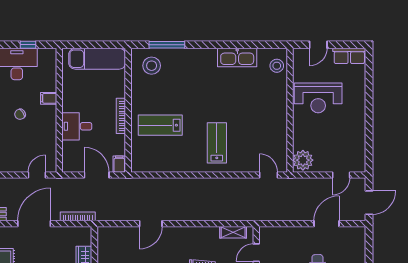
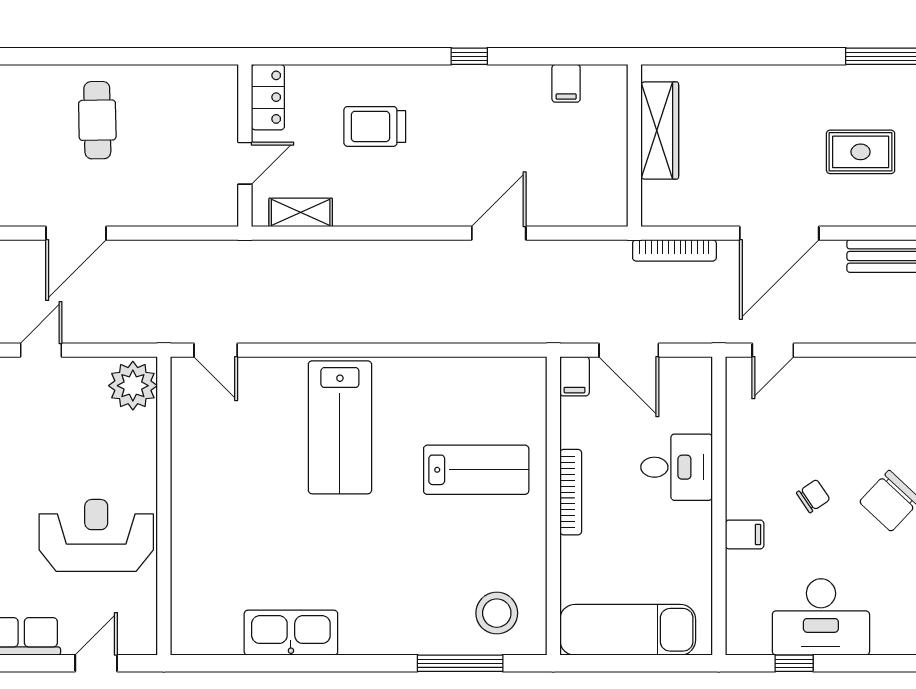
stool: (277, 66) -> (196, 613), removed
lab bench: (217, 143) -> (340, 427), width x1.36, depth x1.39

